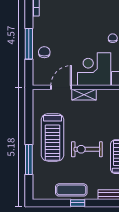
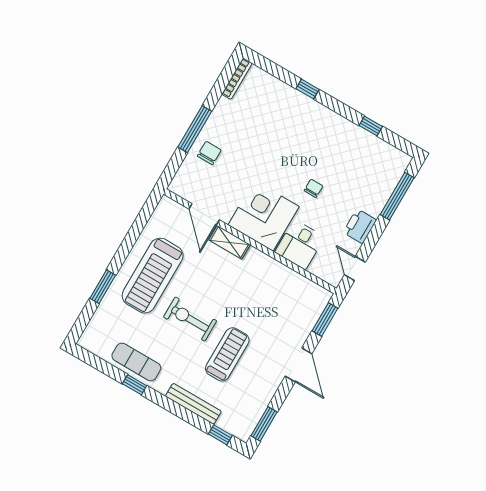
door: (61, 87) -> (204, 214), swing flipped
window: (29, 159) -> (103, 287), width x0.69

